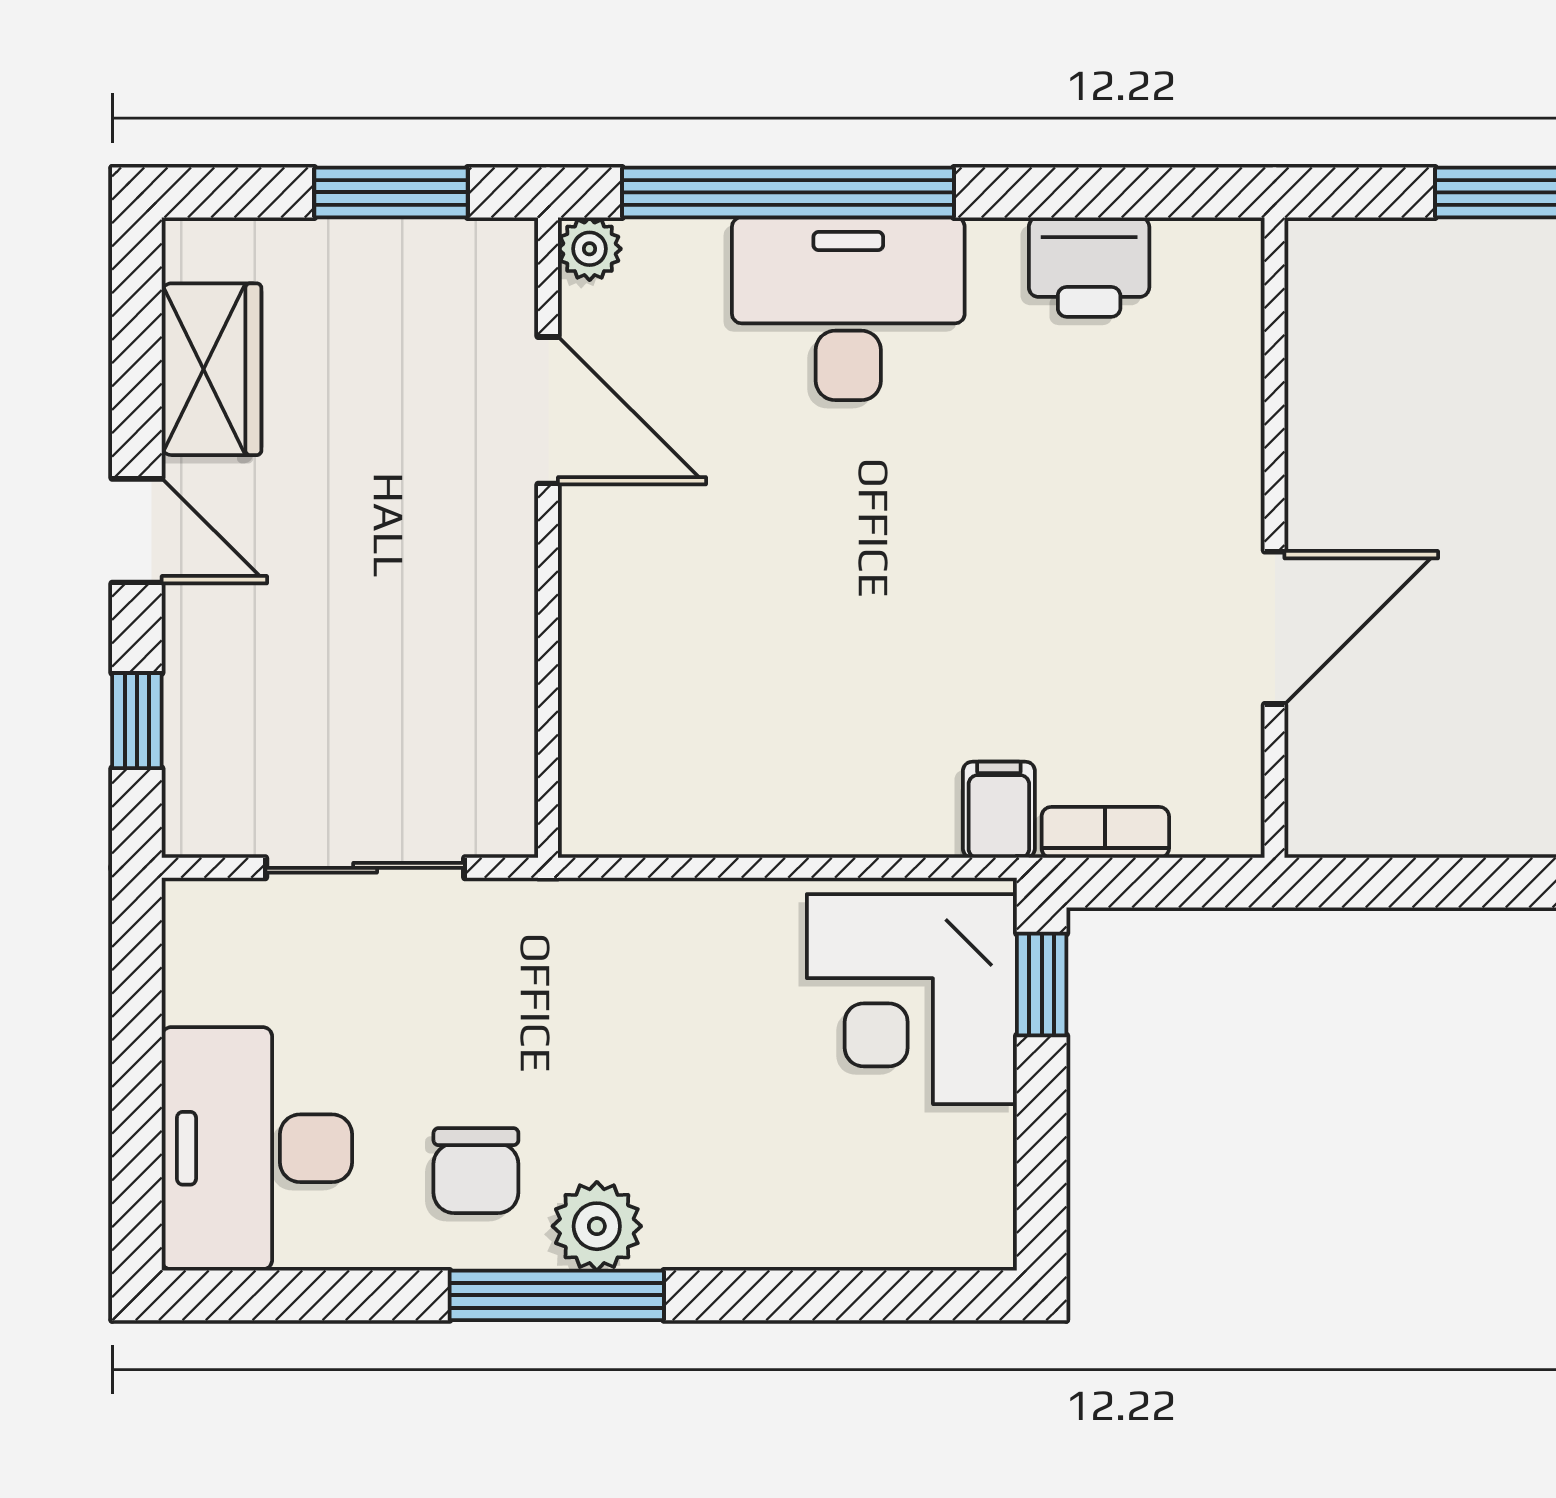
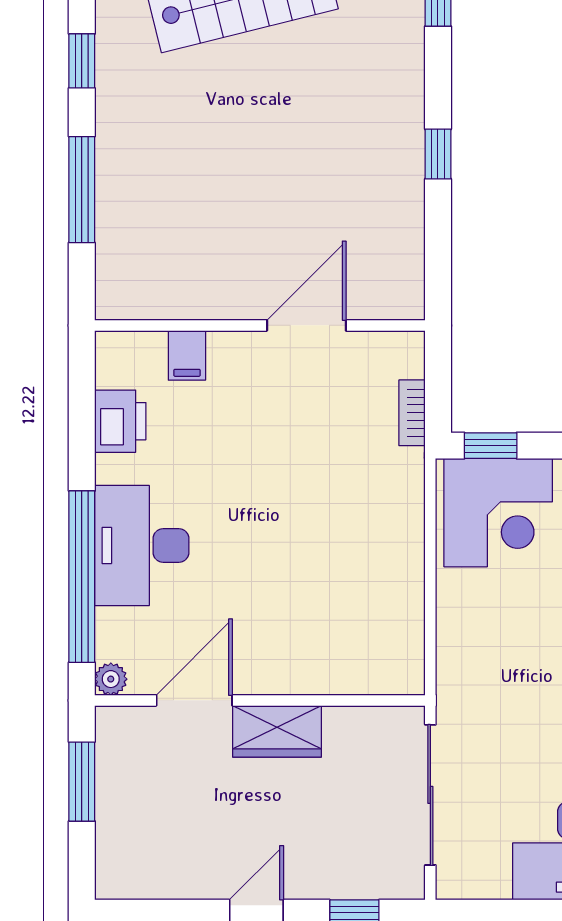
wardrobe: (212, 369) -> (277, 731), moved, turned 180
door: (1275, 628) -> (306, 325), hinge flipped
filing cabinet: (999, 810) -> (187, 355), moved, turned -90
sliding door: (365, 868) -> (430, 795), width x1.37

